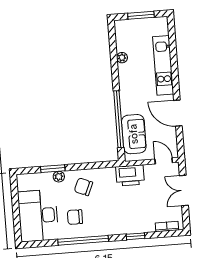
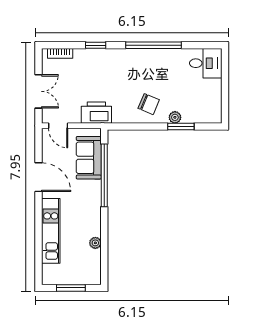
desk: (38, 216) -> (206, 63), width x0.53, depth x0.77
chair: (75, 217) -> (161, 71), removed

